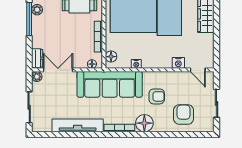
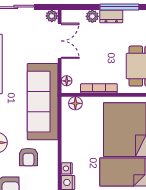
plant: (37, 10) -> (92, 16), moved
dresser: (37, 58) -> (111, 16), moved
nightstand: (136, 64) -> (67, 168), moved

